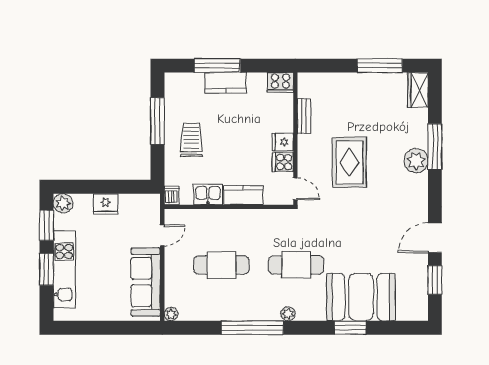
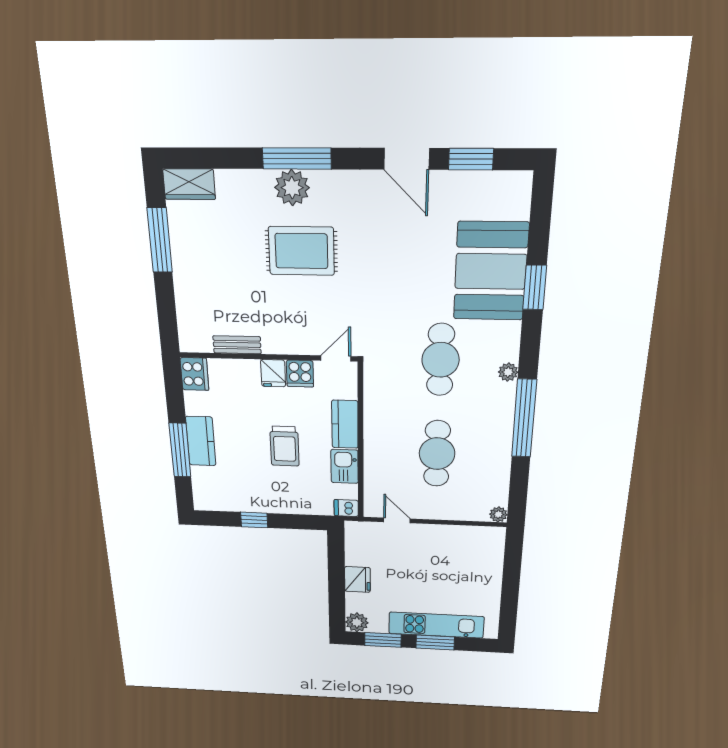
window: (157, 121) -> (254, 520), width x0.46
trolley: (191, 140) -> (285, 446), moved, turned -90
window: (435, 147) -> (297, 158), moved
rug: (349, 162) -> (301, 251), moved
sofa: (146, 282) -> (455, 541), removed

